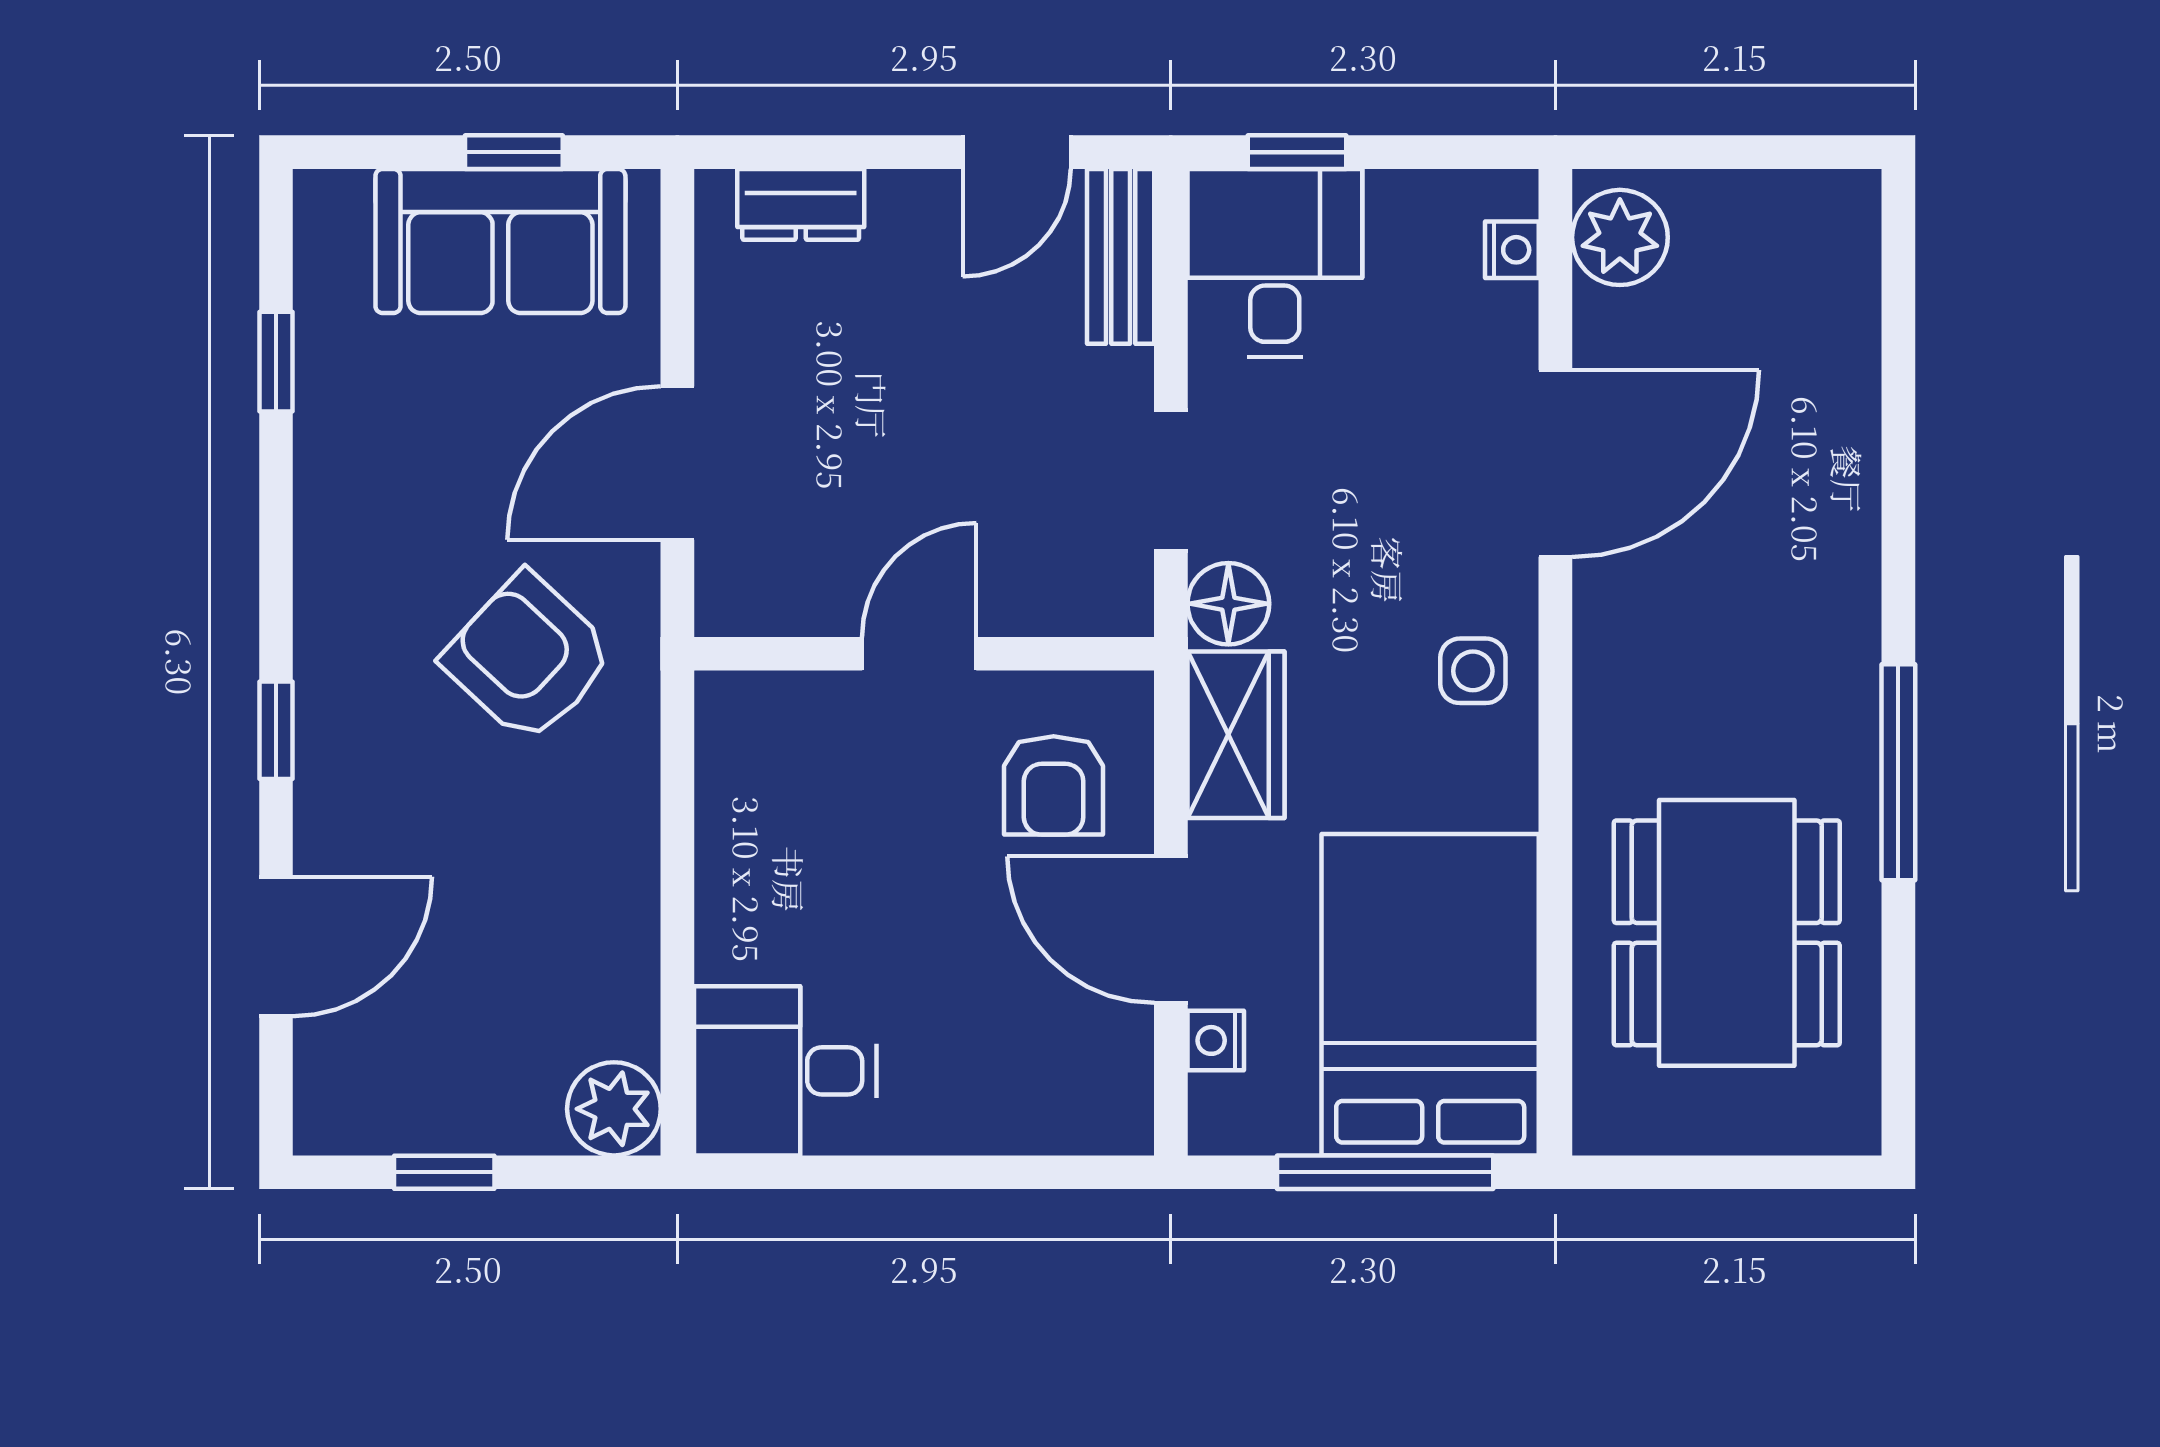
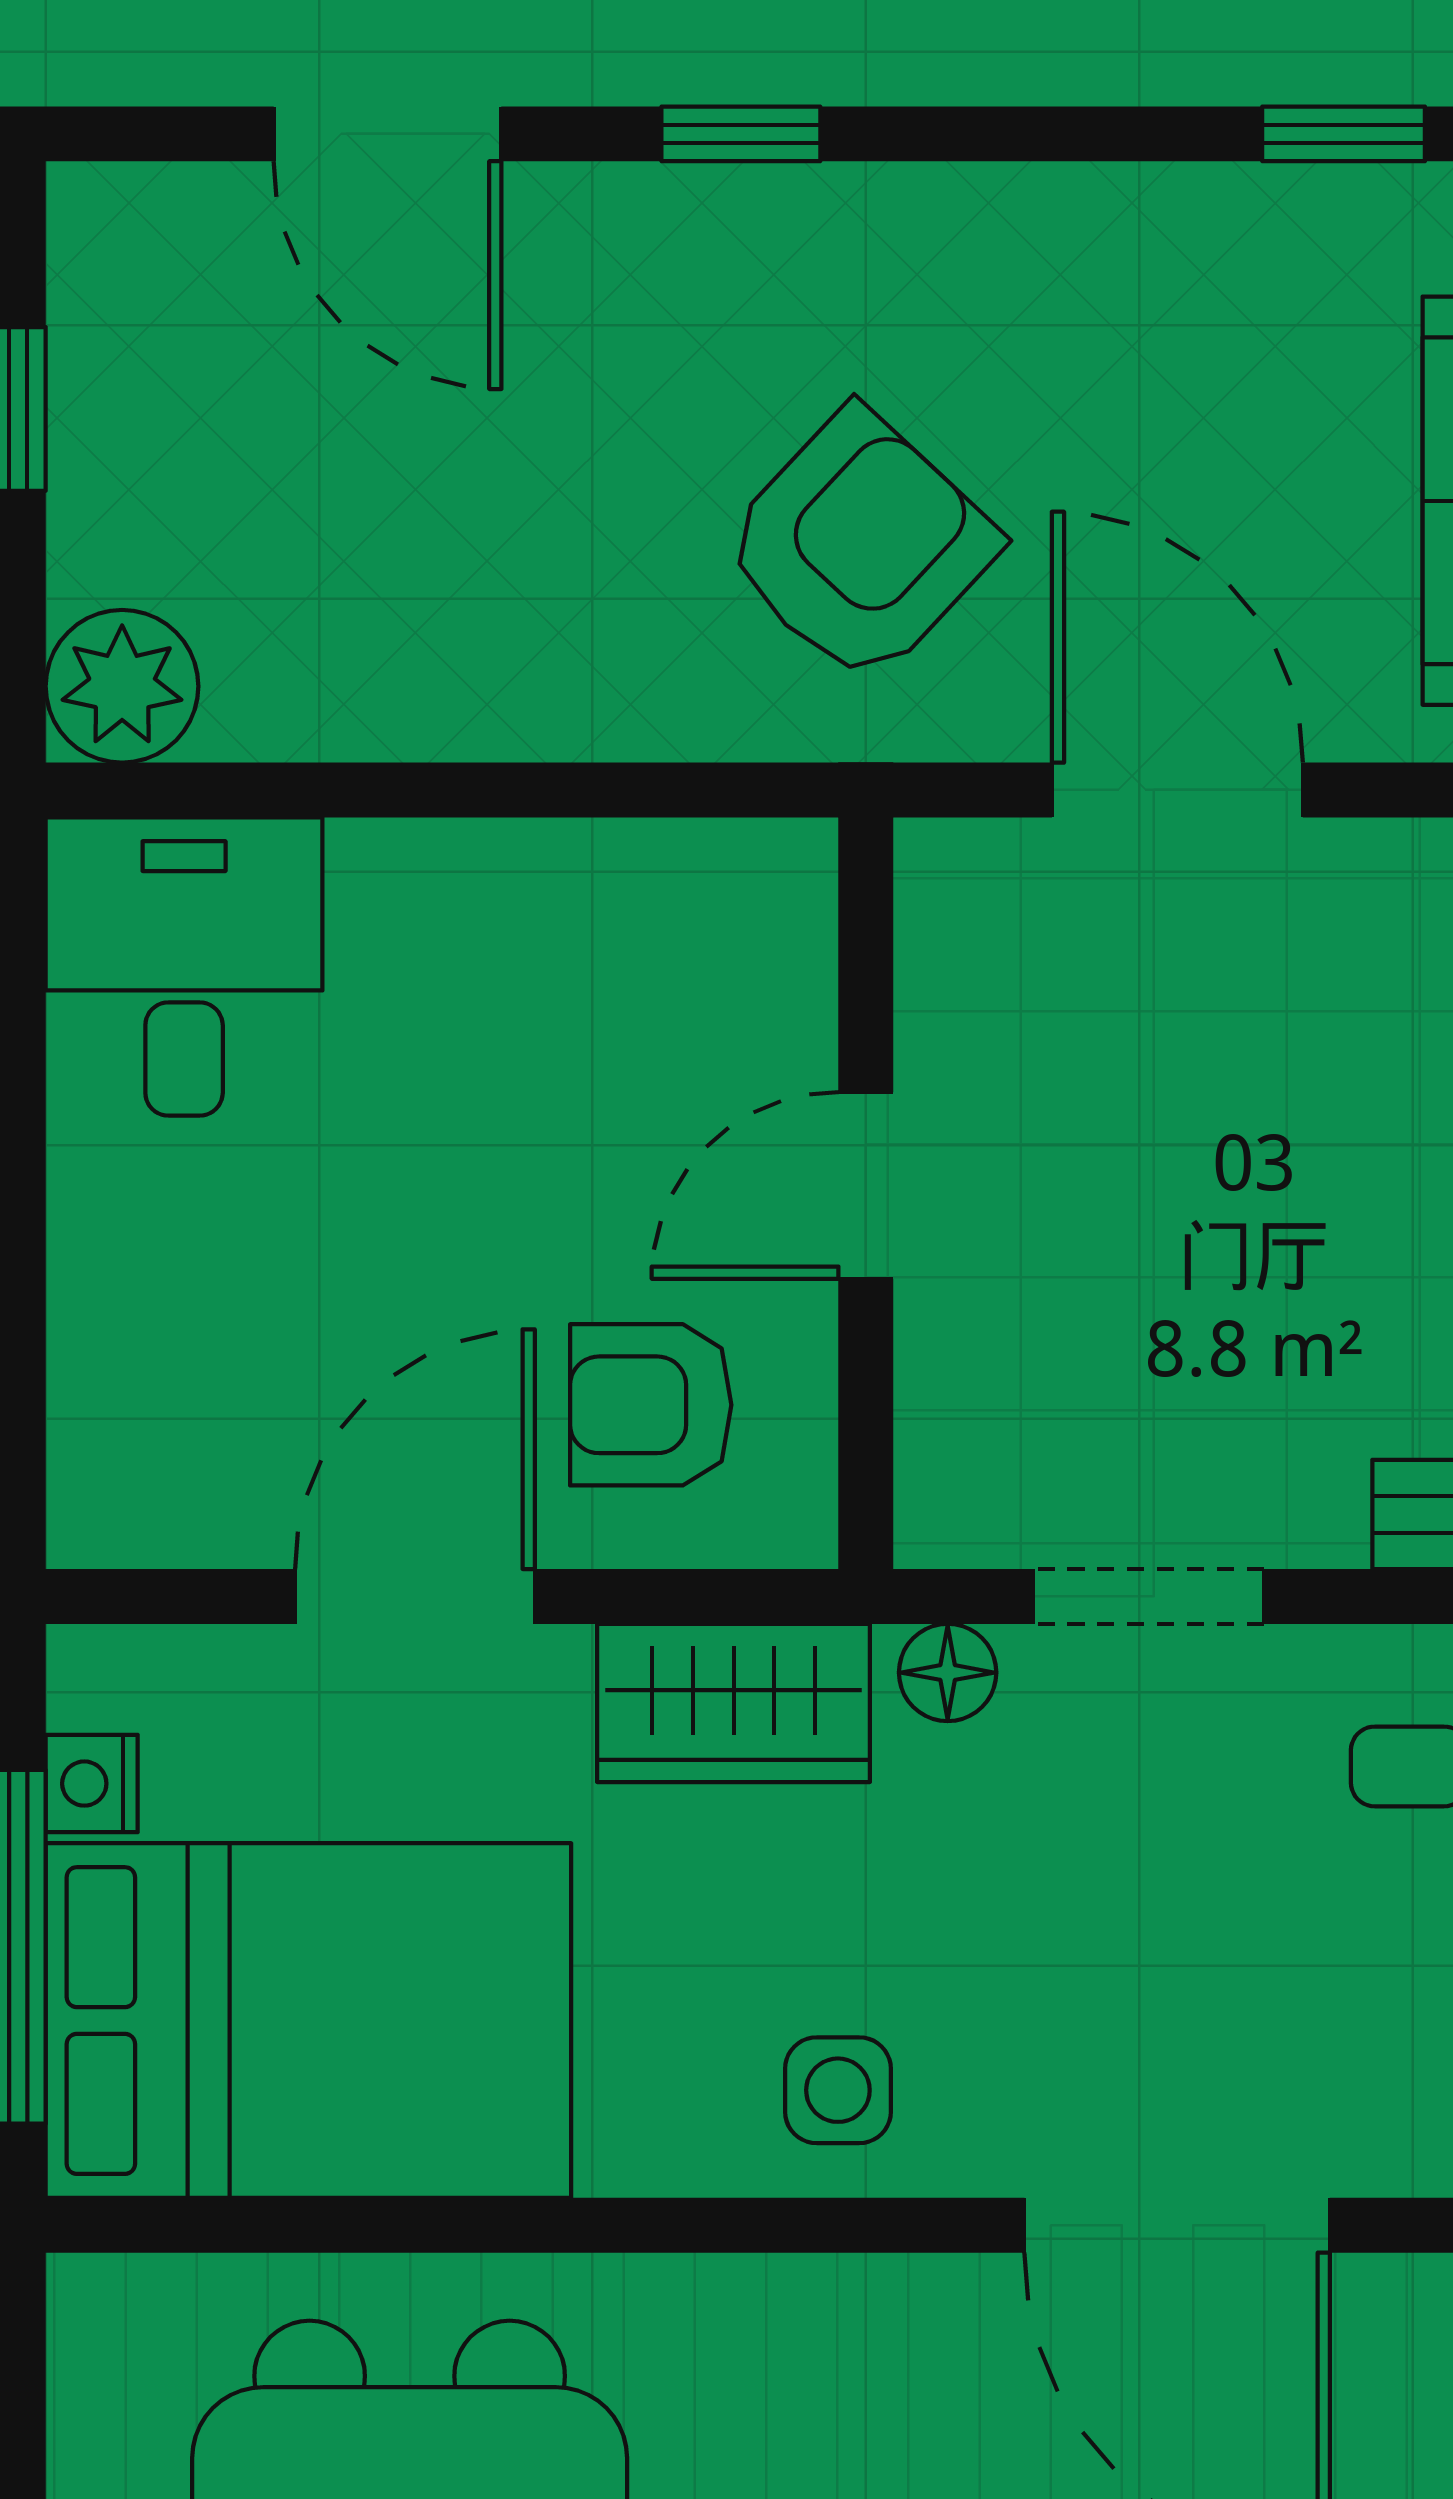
floor lamp: (1228, 604) -> (948, 1673), width x0.73, depth x0.73
door: (919, 654) -> (866, 1185), swing flipped
nightstand: (1216, 1040) -> (92, 1784), moved, turned -90

